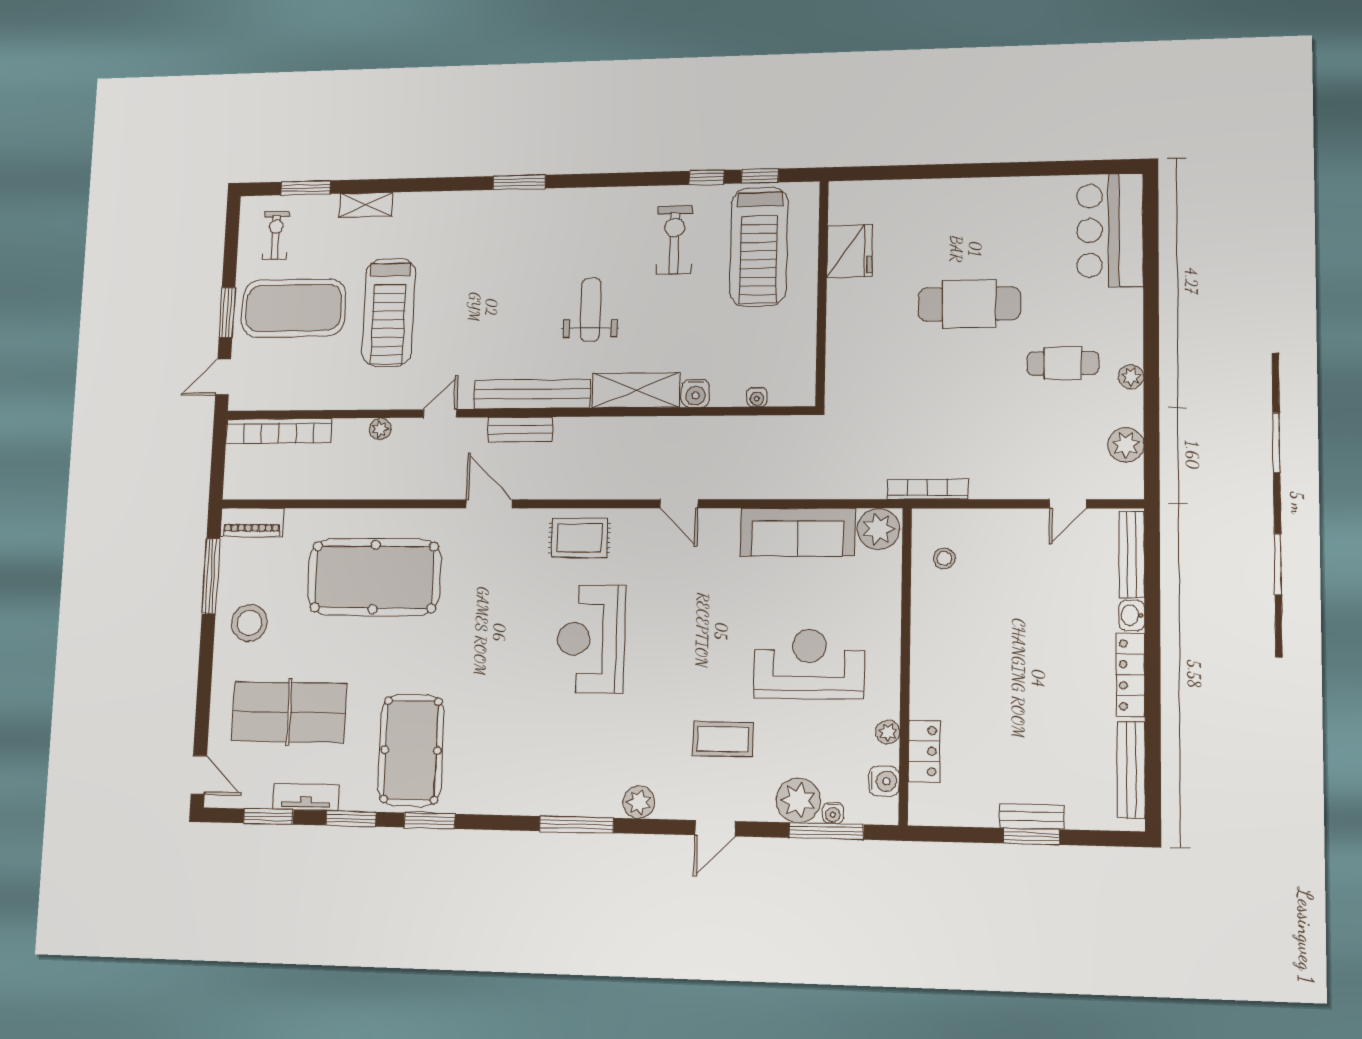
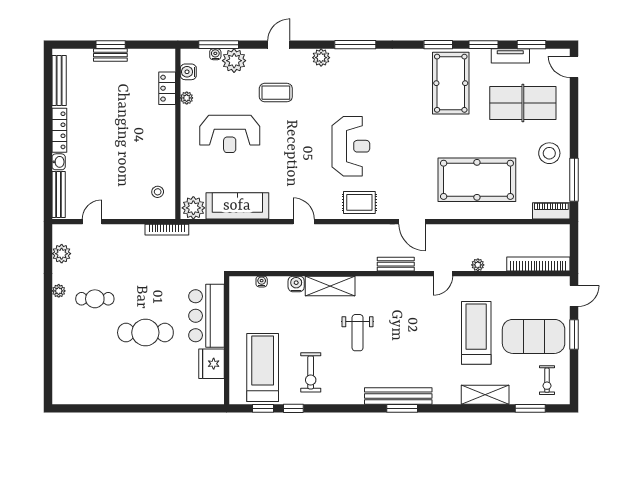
shelving: (366, 205) -> (485, 395), width x1.50, depth x1.33
bar counter: (1110, 230) -> (207, 316), moved, turned 180
bench: (532, 394) -> (398, 396), moved

